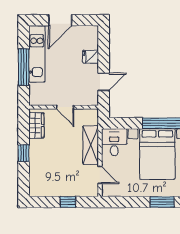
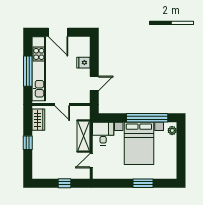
door: (60, 20) -> (58, 32), hinge flipped
kitchen unit: (37, 54) -> (39, 69), width x1.36
door: (100, 175) -> (91, 161), swing flipped

